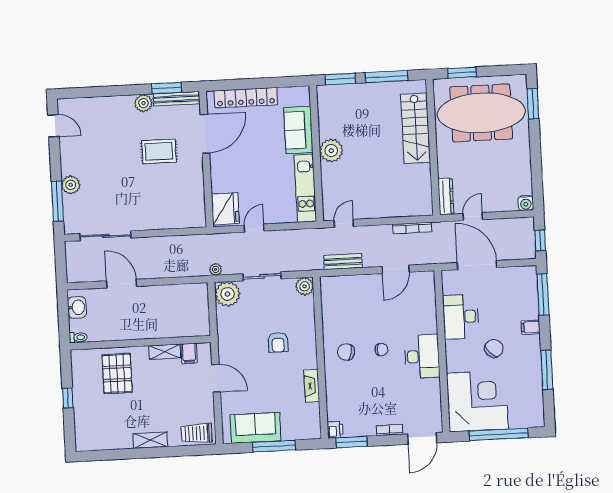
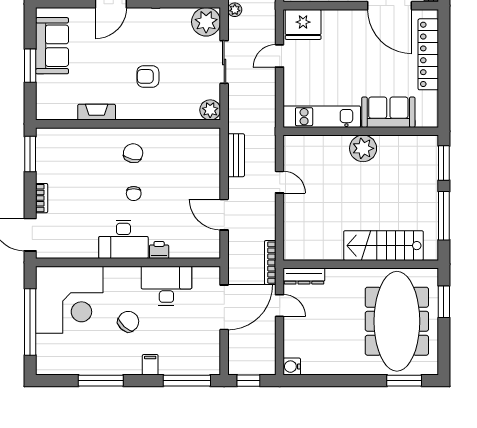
door: (344, 223) -> (280, 182), moved
door: (254, 228) -> (280, 56), swing flipped
bookcase: (412, 228) -> (270, 263), moved
chair: (494, 348) -> (128, 322), turned -94
printer: (335, 430) -> (159, 250), moved, turned 180
window: (274, 446) -> (30, 66), width x0.69

